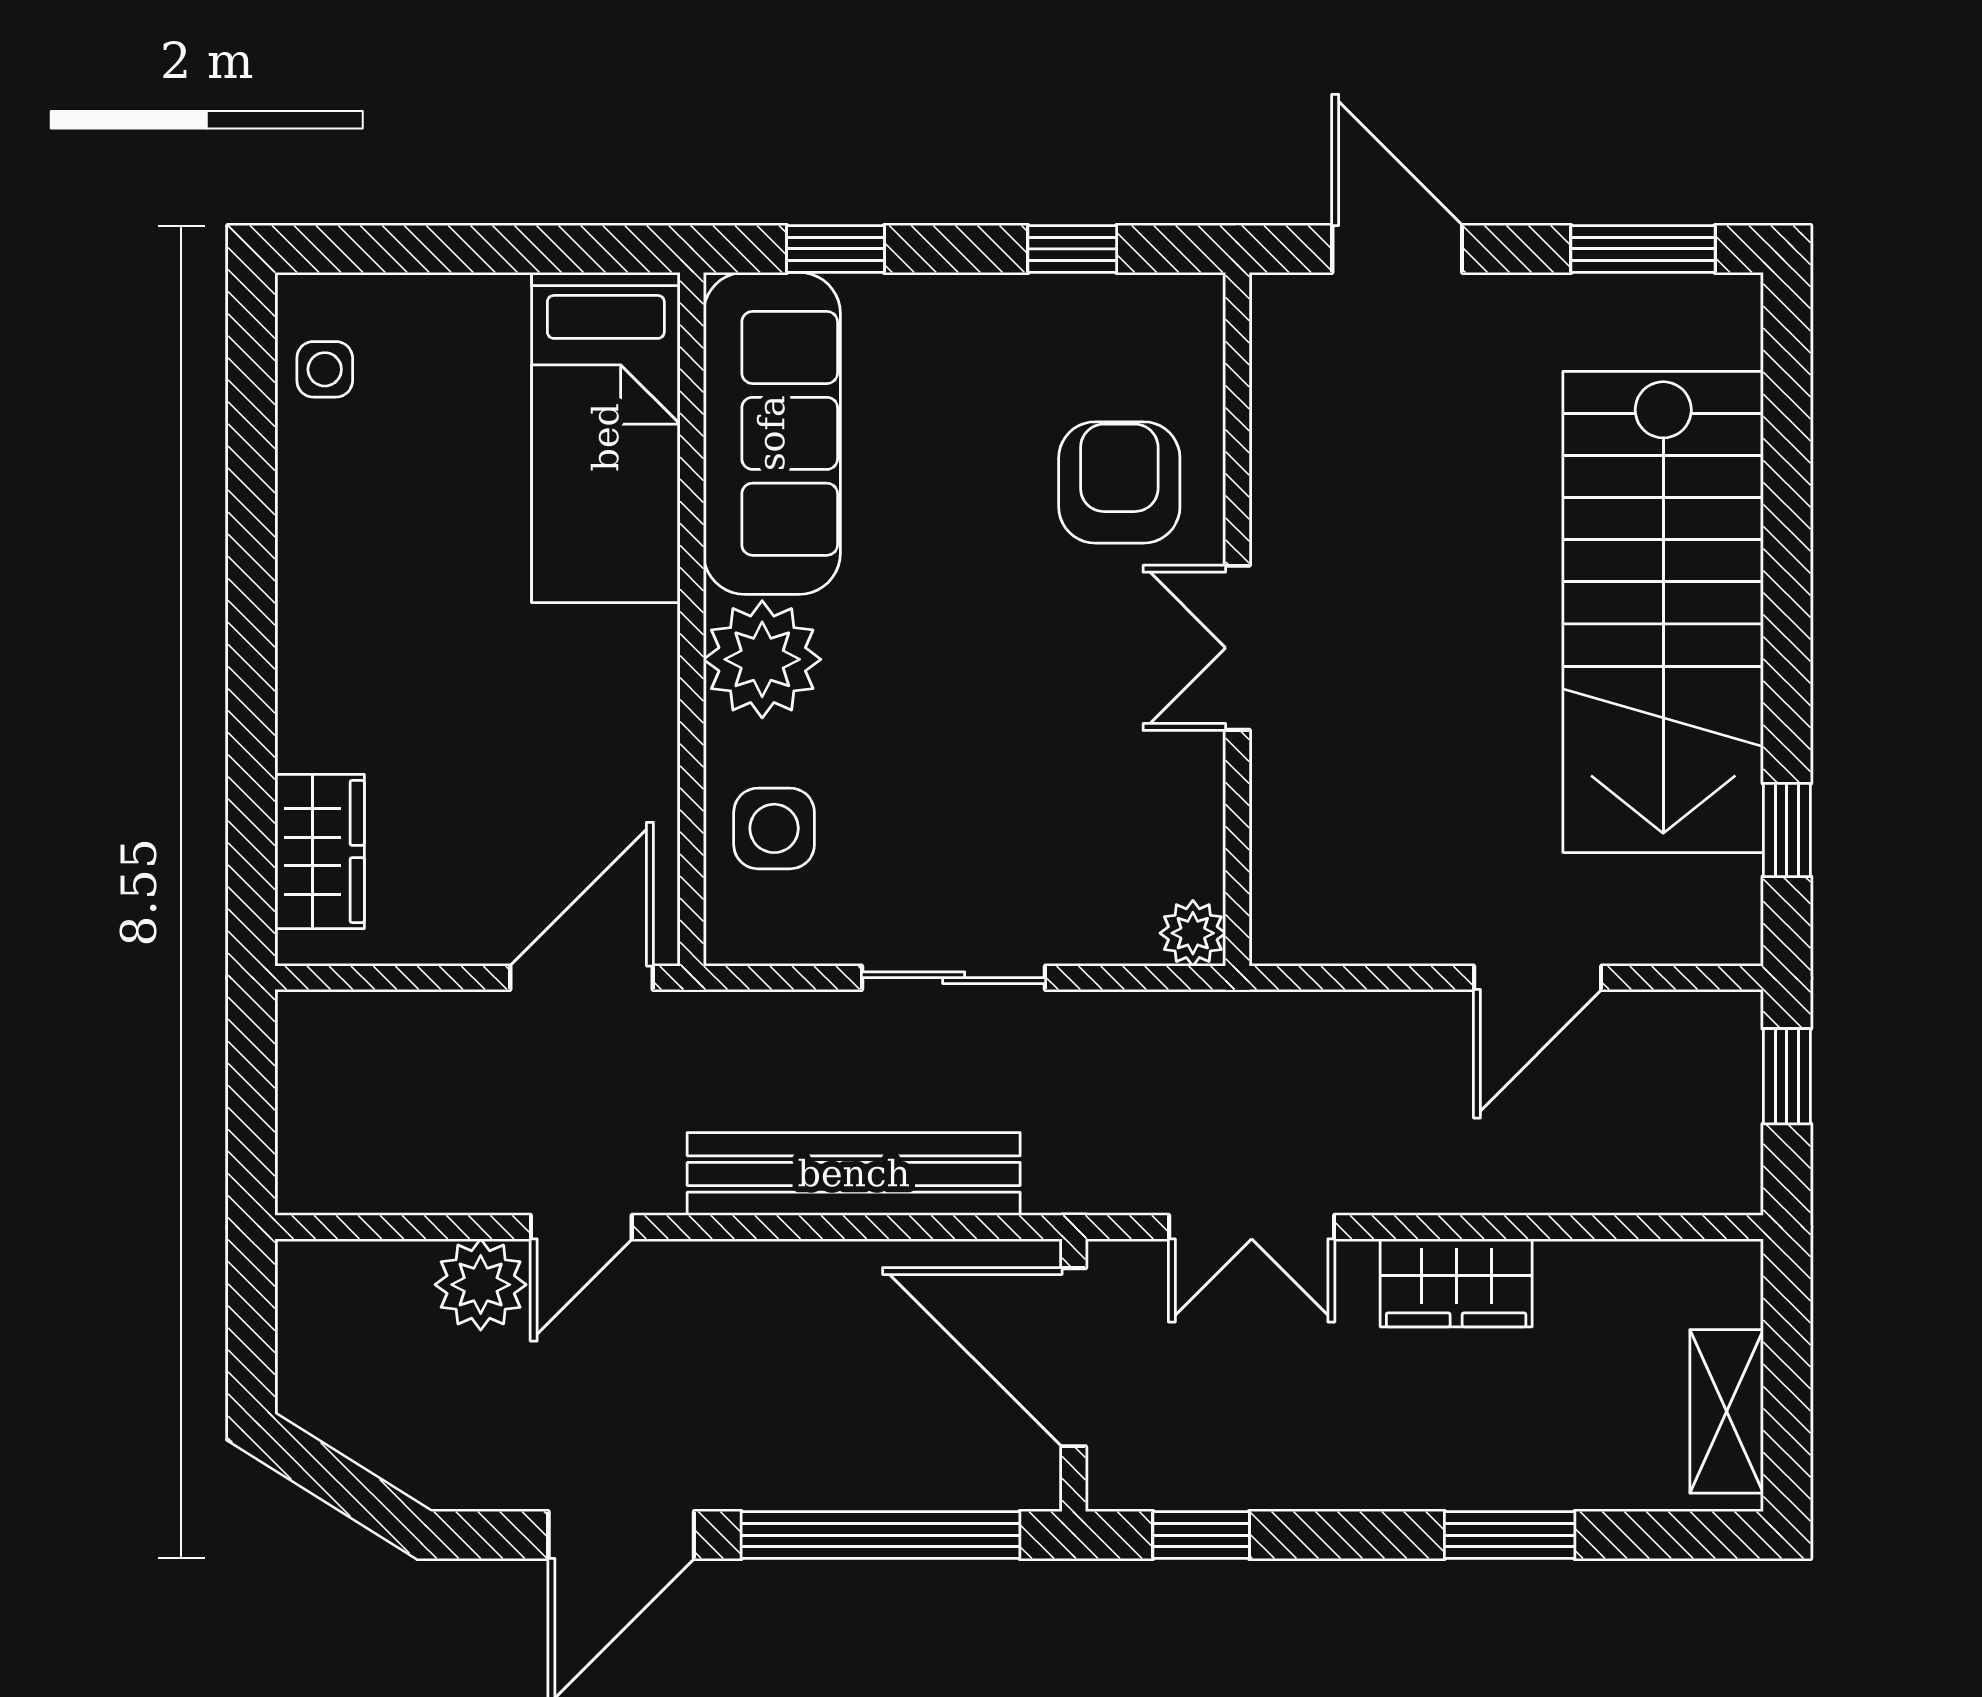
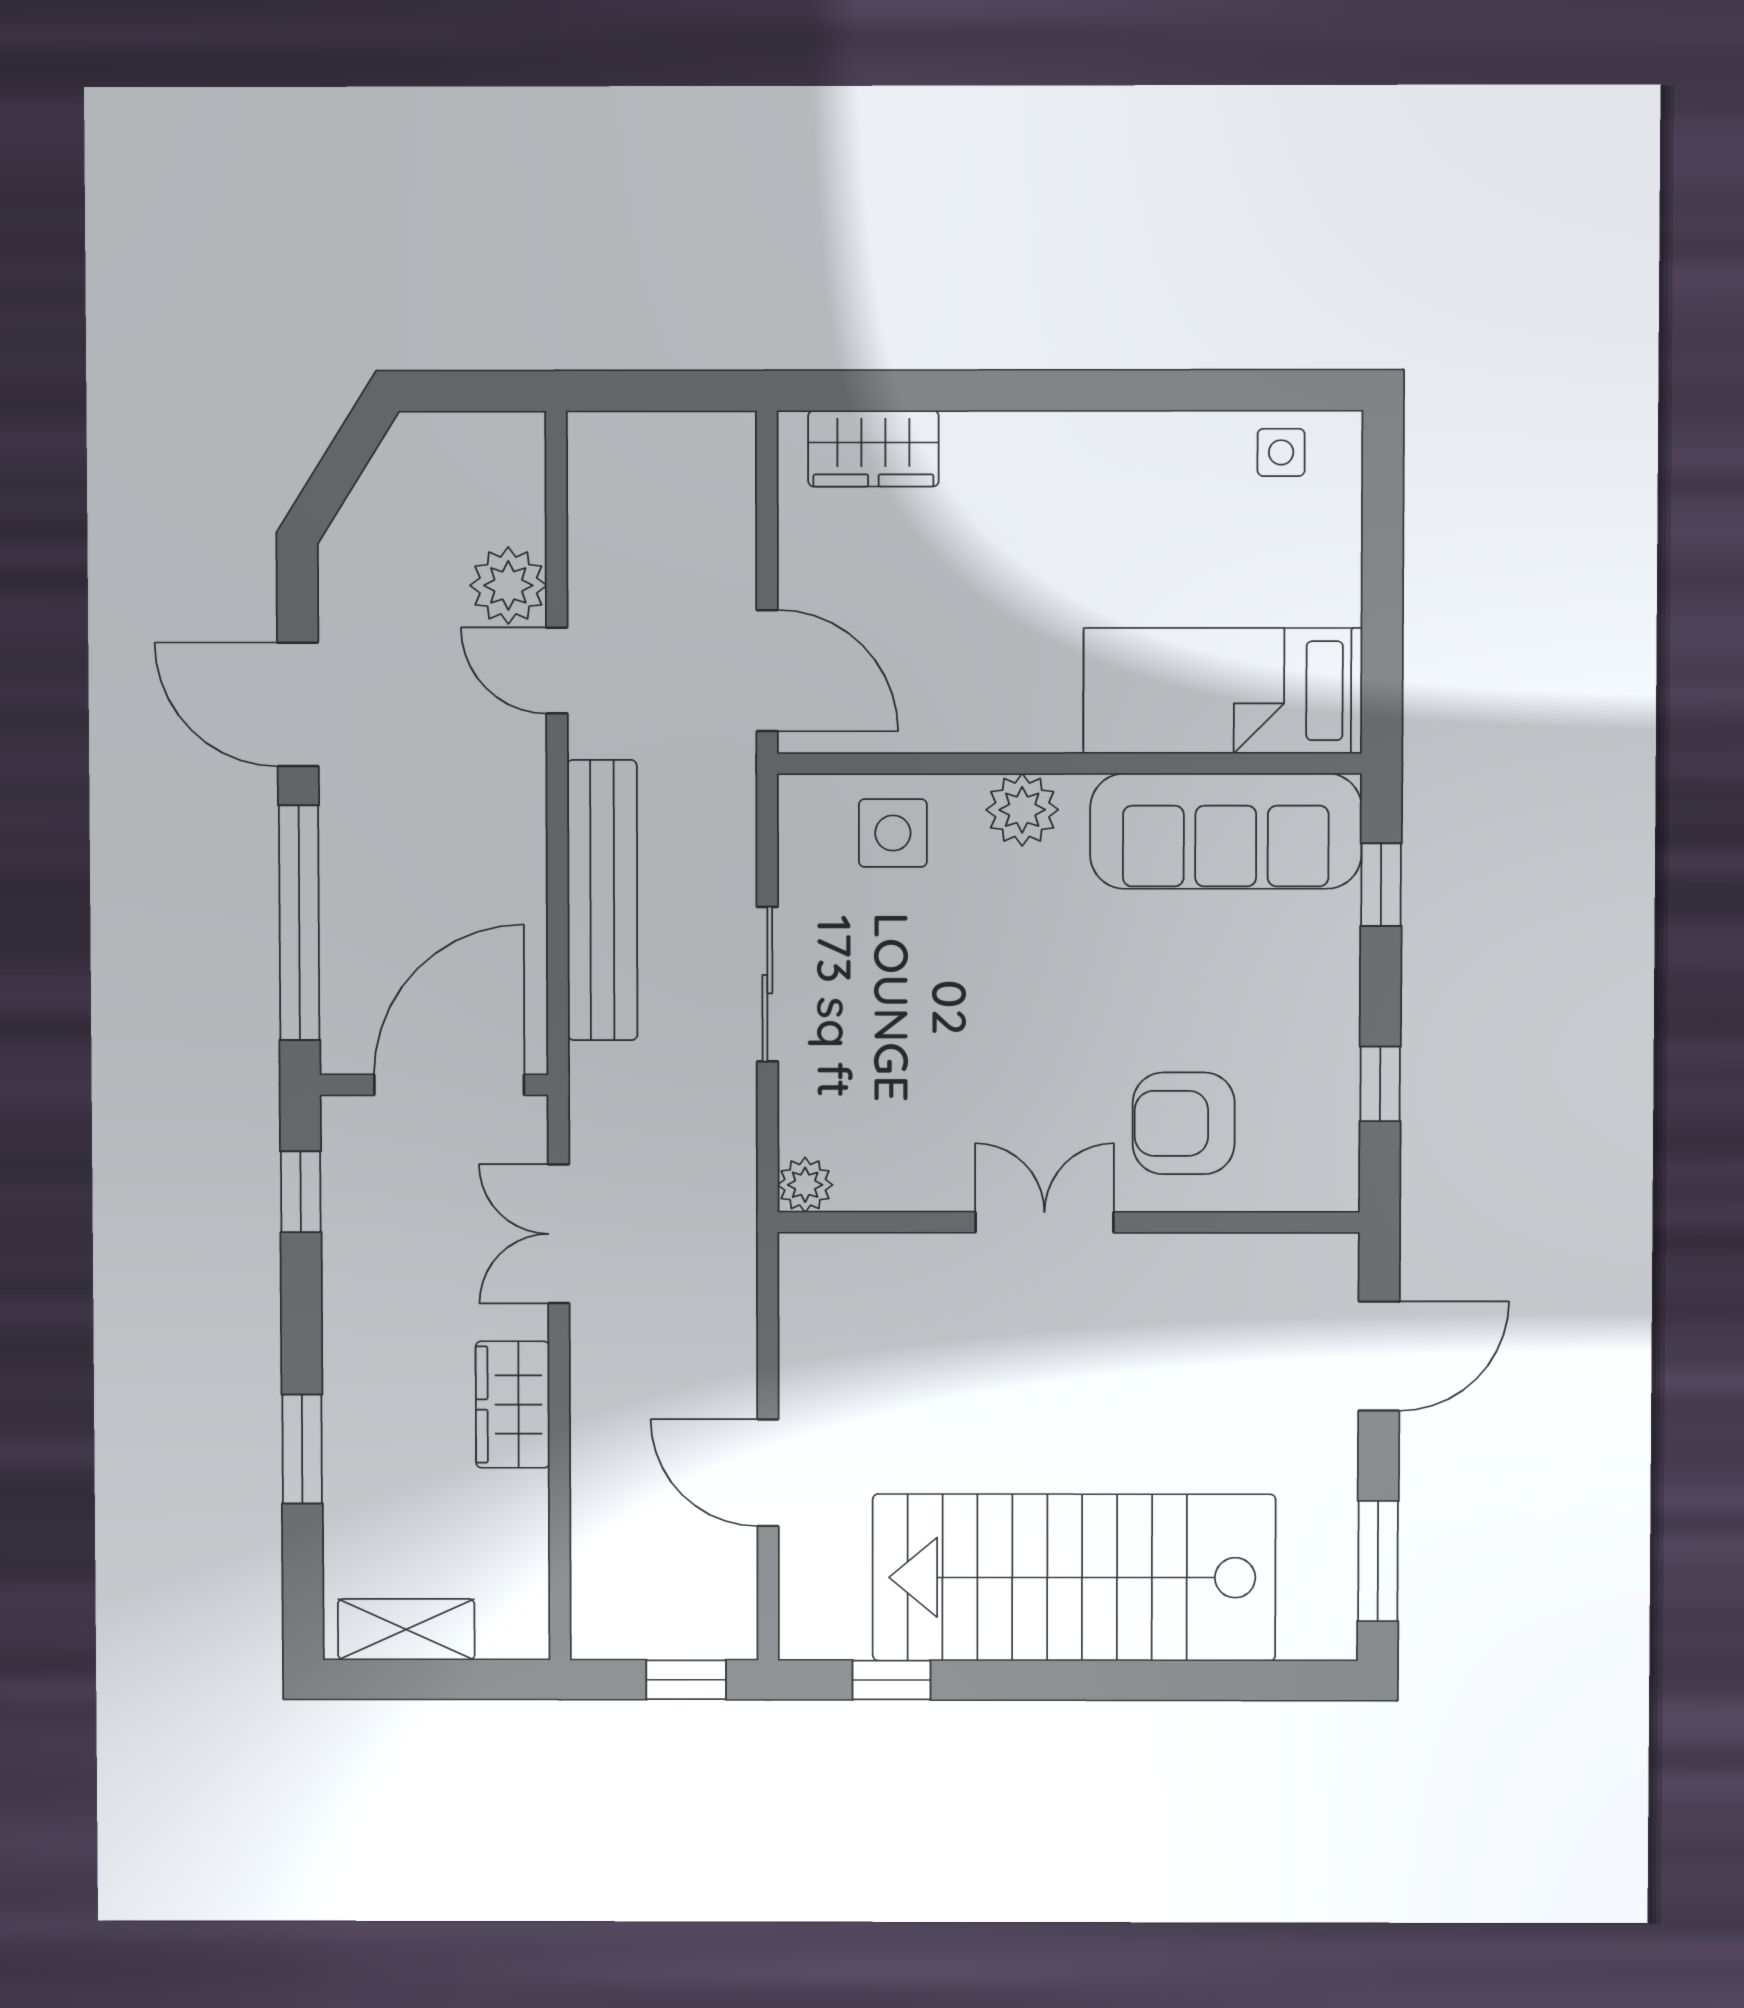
armchair: (1119, 482) -> (1184, 1123), turned 180
plant: (762, 659) -> (1022, 810), width x0.73, depth x0.73

